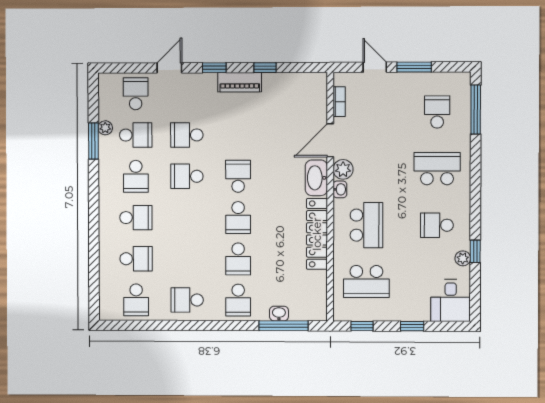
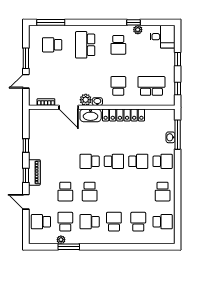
piano: (240, 82) -> (34, 172), moved
school desk: (136, 176) -> (90, 222), turned 180
school desk: (366, 225) -> (118, 86), width x0.54
school desk: (366, 281) -> (151, 86), turned -90

